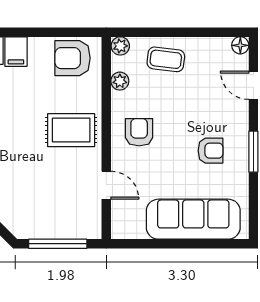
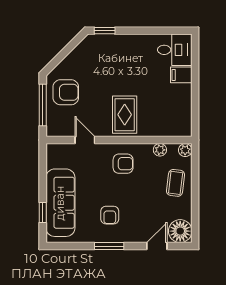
floor lamp: (240, 45) -> (180, 231), width x1.89, depth x1.89
armchair: (73, 58) -> (66, 92), moved, turned 90
door: (106, 185) -> (85, 140), swing flipped
window: (207, 244) -> (43, 213), added

